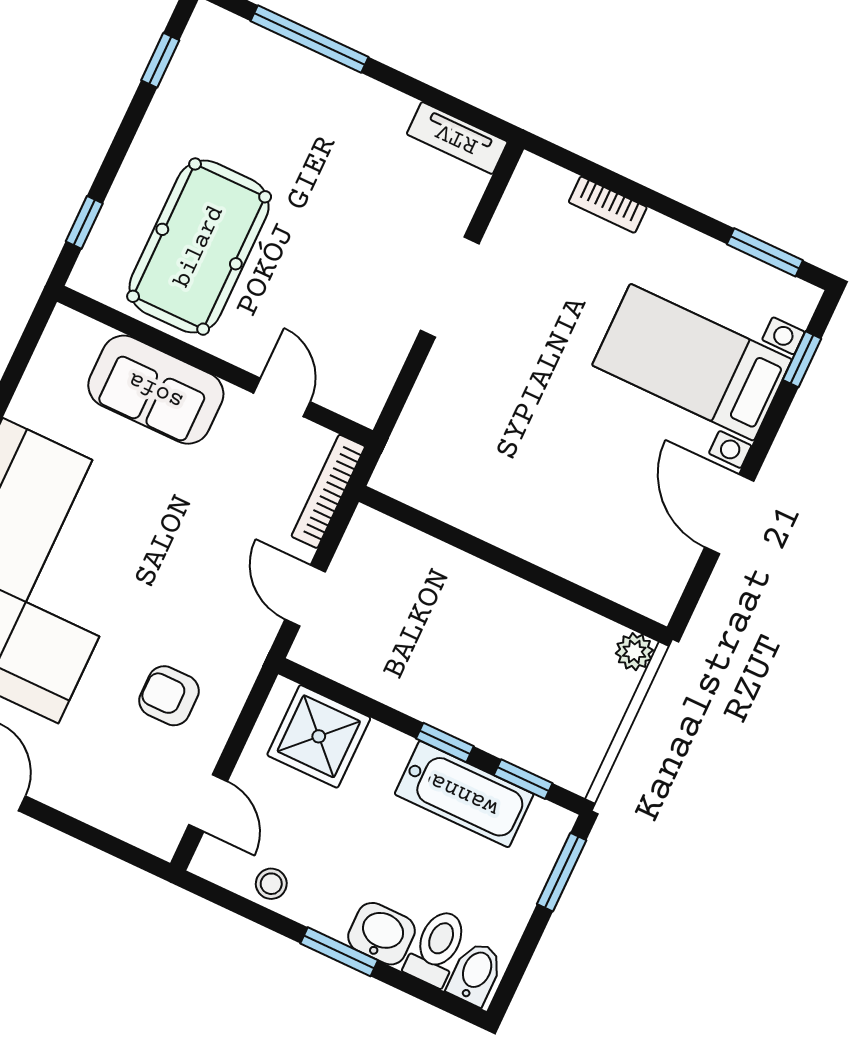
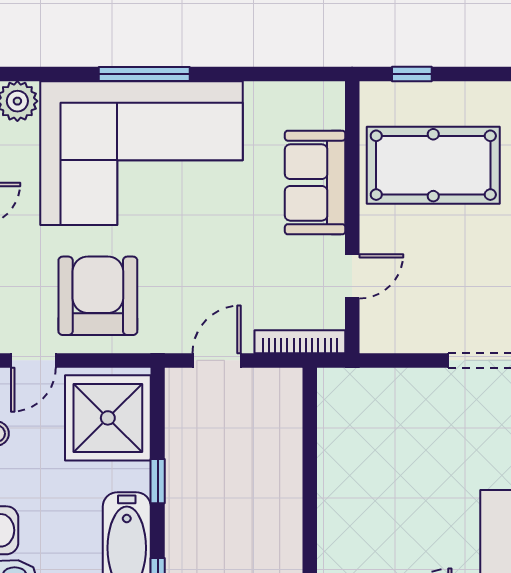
armchair: (169, 696) -> (98, 296), width x1.88, depth x1.88
shower: (319, 736) -> (108, 418), width x1.37, depth x1.37
window: (445, 742) -> (158, 481), moved

